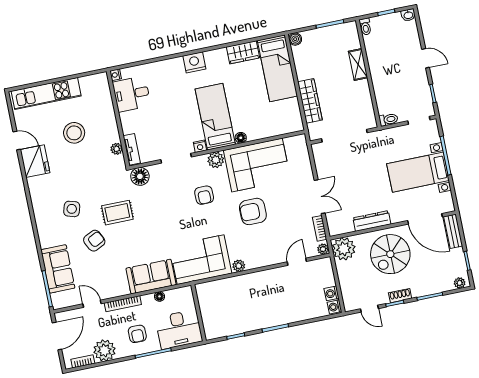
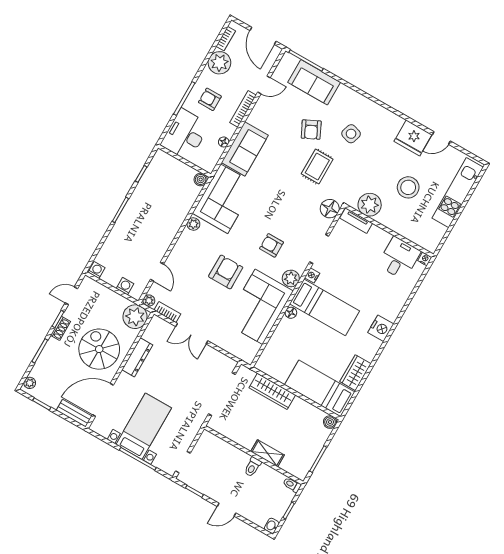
toilet: (388, 120) -> (253, 467), moved
plant: (117, 149) -> (370, 205), width x1.88, depth x1.88
boiler: (202, 289) -> (201, 179), added
washing machine: (332, 293) -> (125, 286), moved

